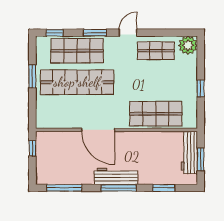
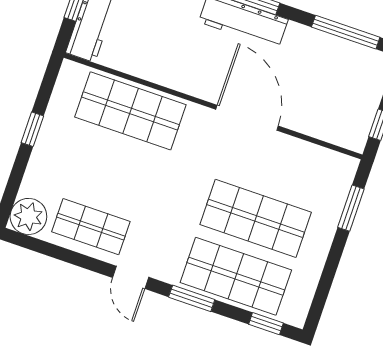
door: (128, 33) -> (131, 277), hinge flipped
window: (32, 76) -> (351, 208), moved
shop shelf: (77, 82) -> (256, 218), width x0.71

